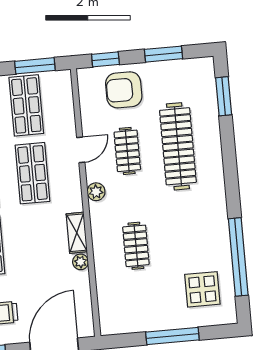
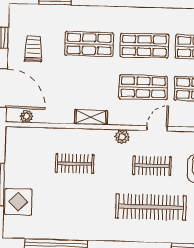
door: (81, 150) -> (157, 128), swing flipped
plant: (81, 262) -> (26, 116), moved
display table: (202, 289) -> (18, 202), moved

